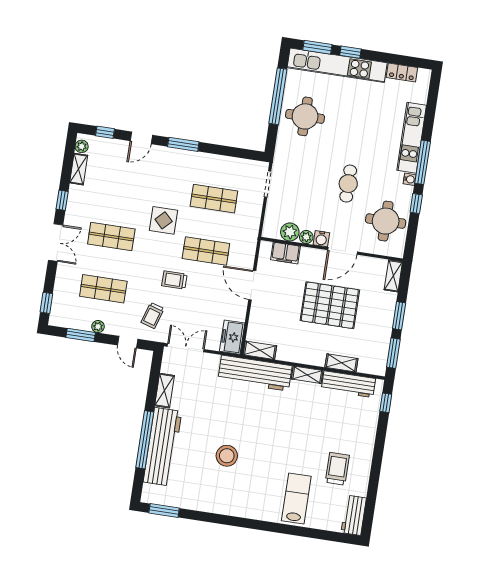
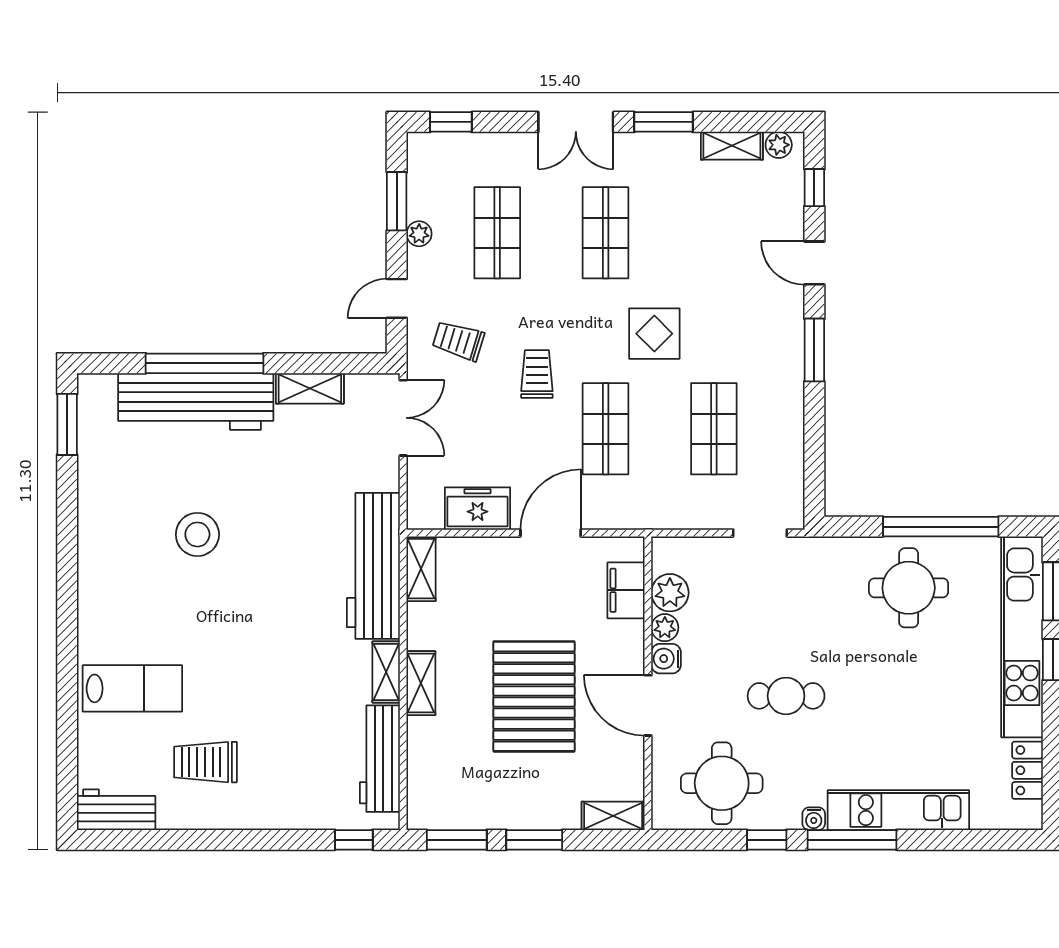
window: (62, 200) -> (664, 122), width x1.50
freezer: (232, 337) -> (478, 509), moved
shelving: (341, 363) -> (421, 683), moved
trolley: (337, 469) -> (205, 762), turned 180

